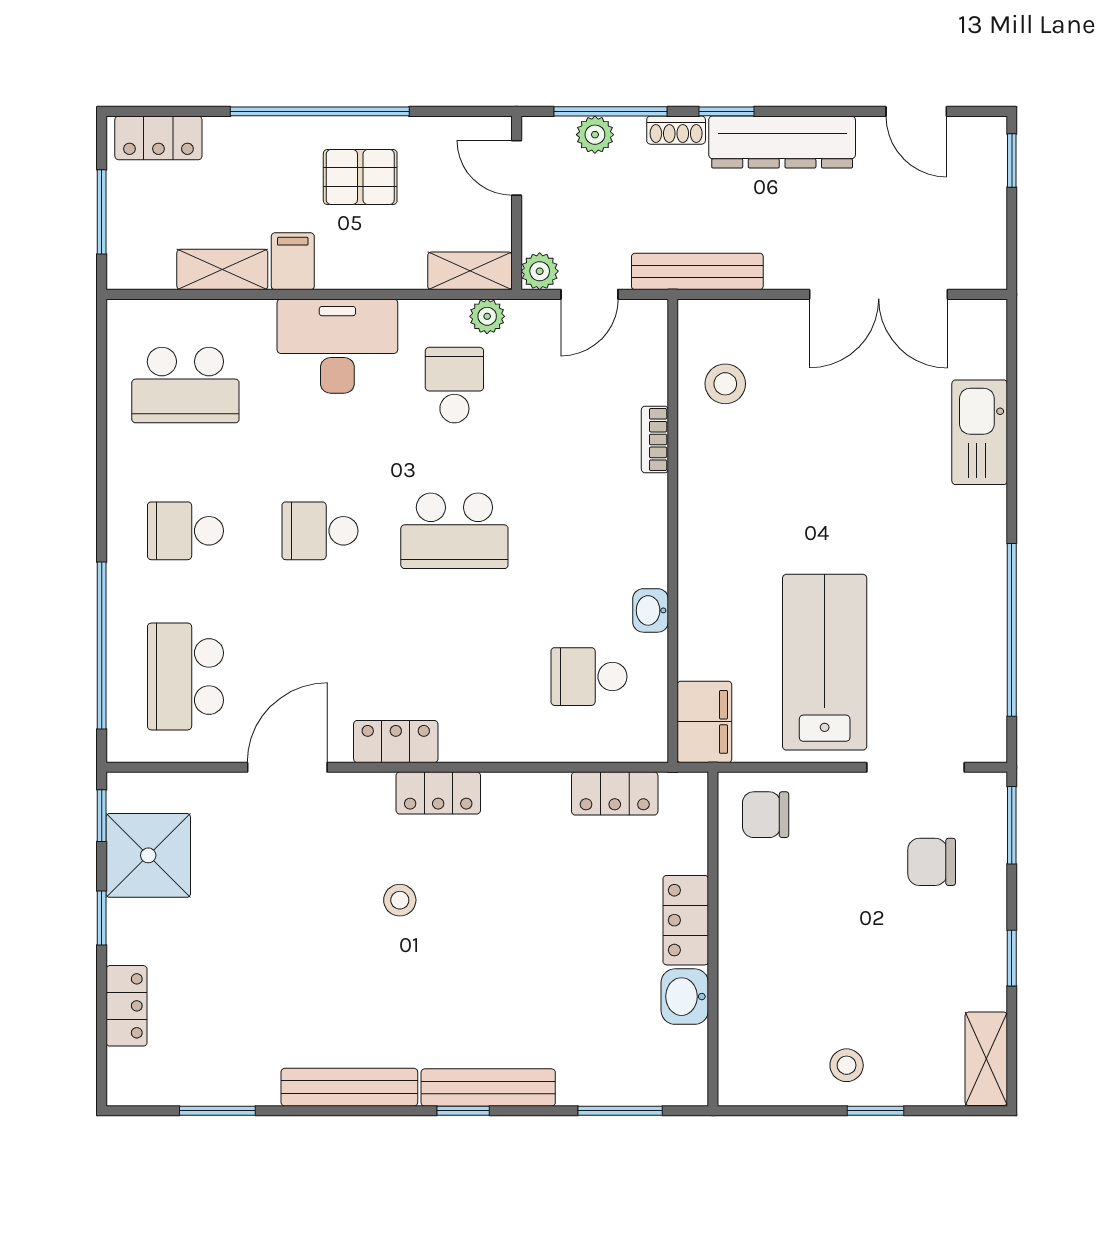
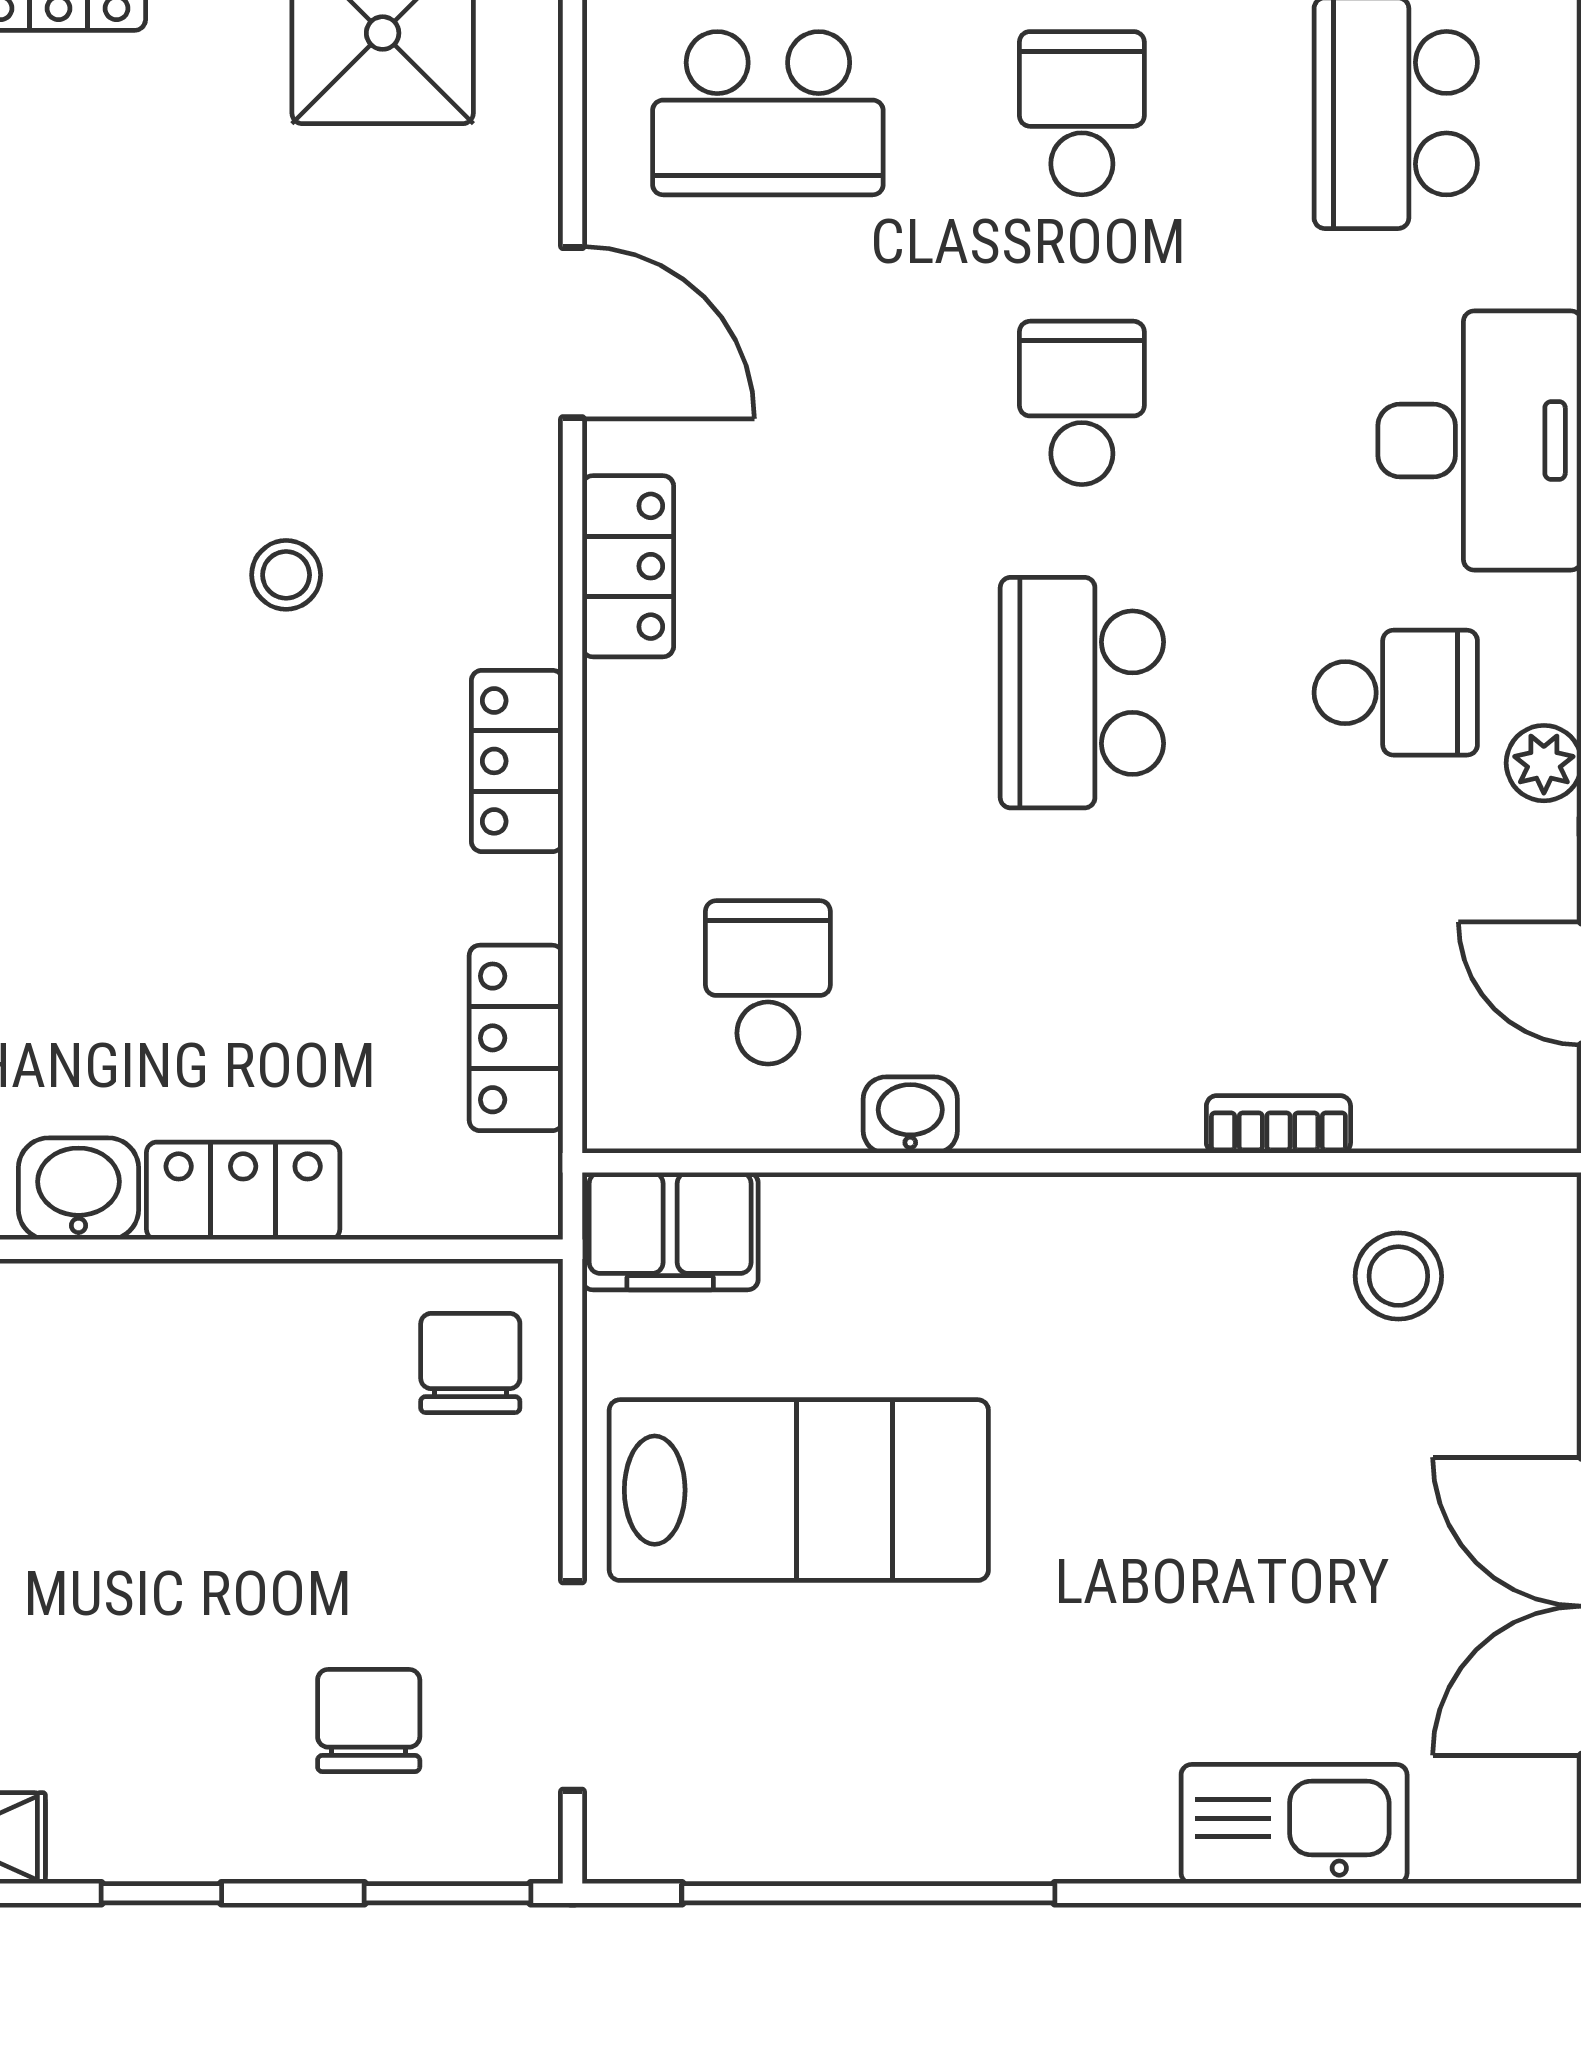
school desk: (185, 677) -> (768, 113), turned 180
locker: (438, 793) -> (517, 761), moved

